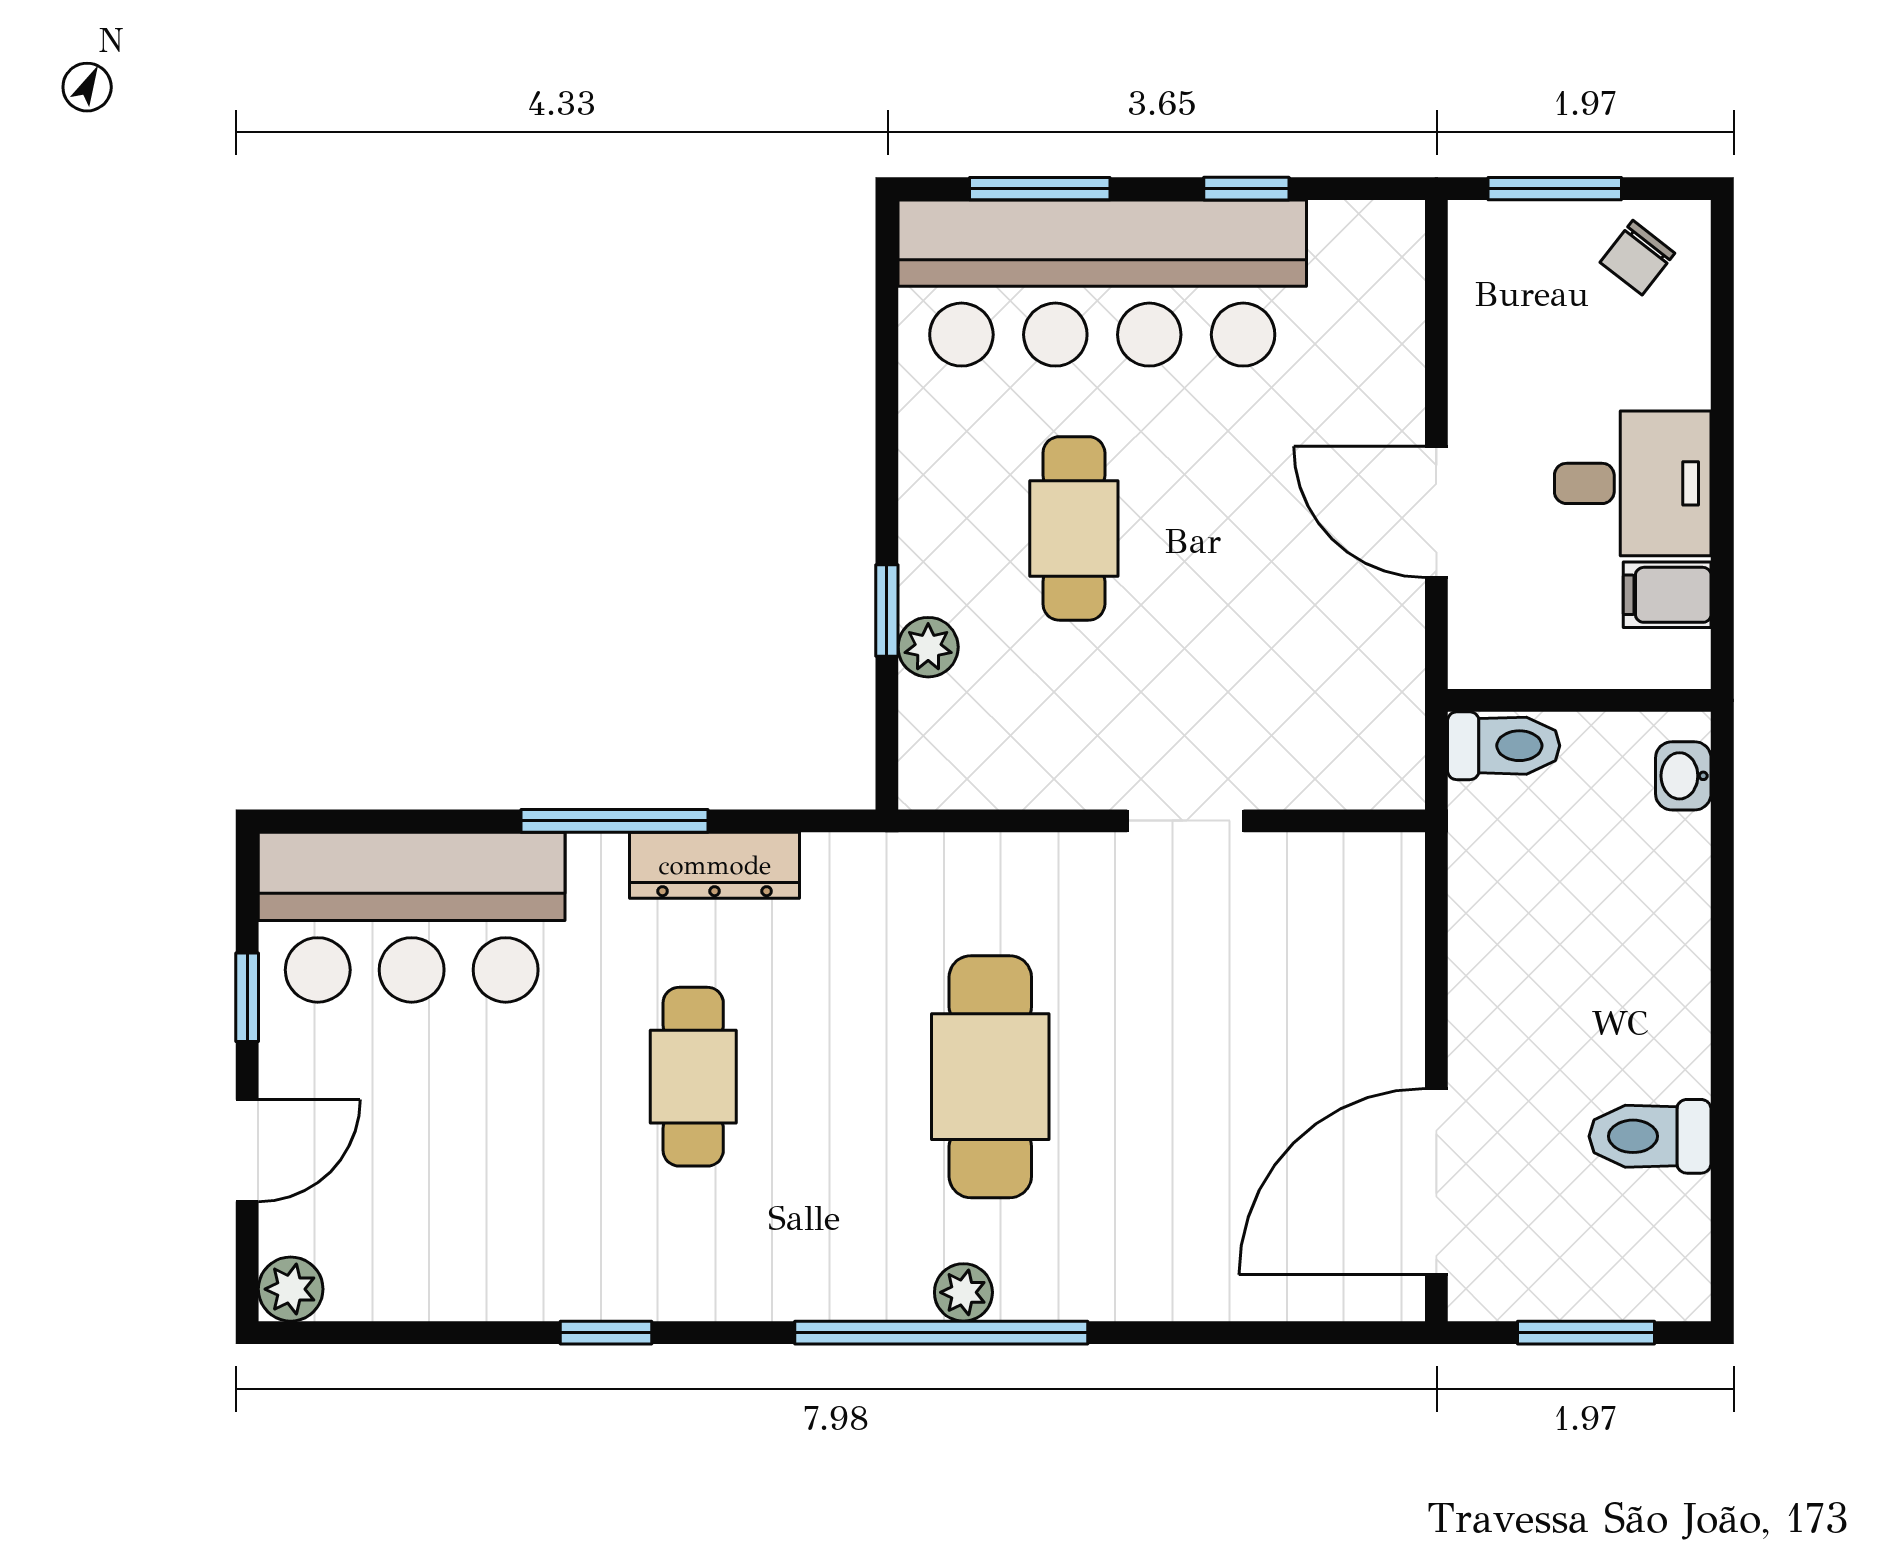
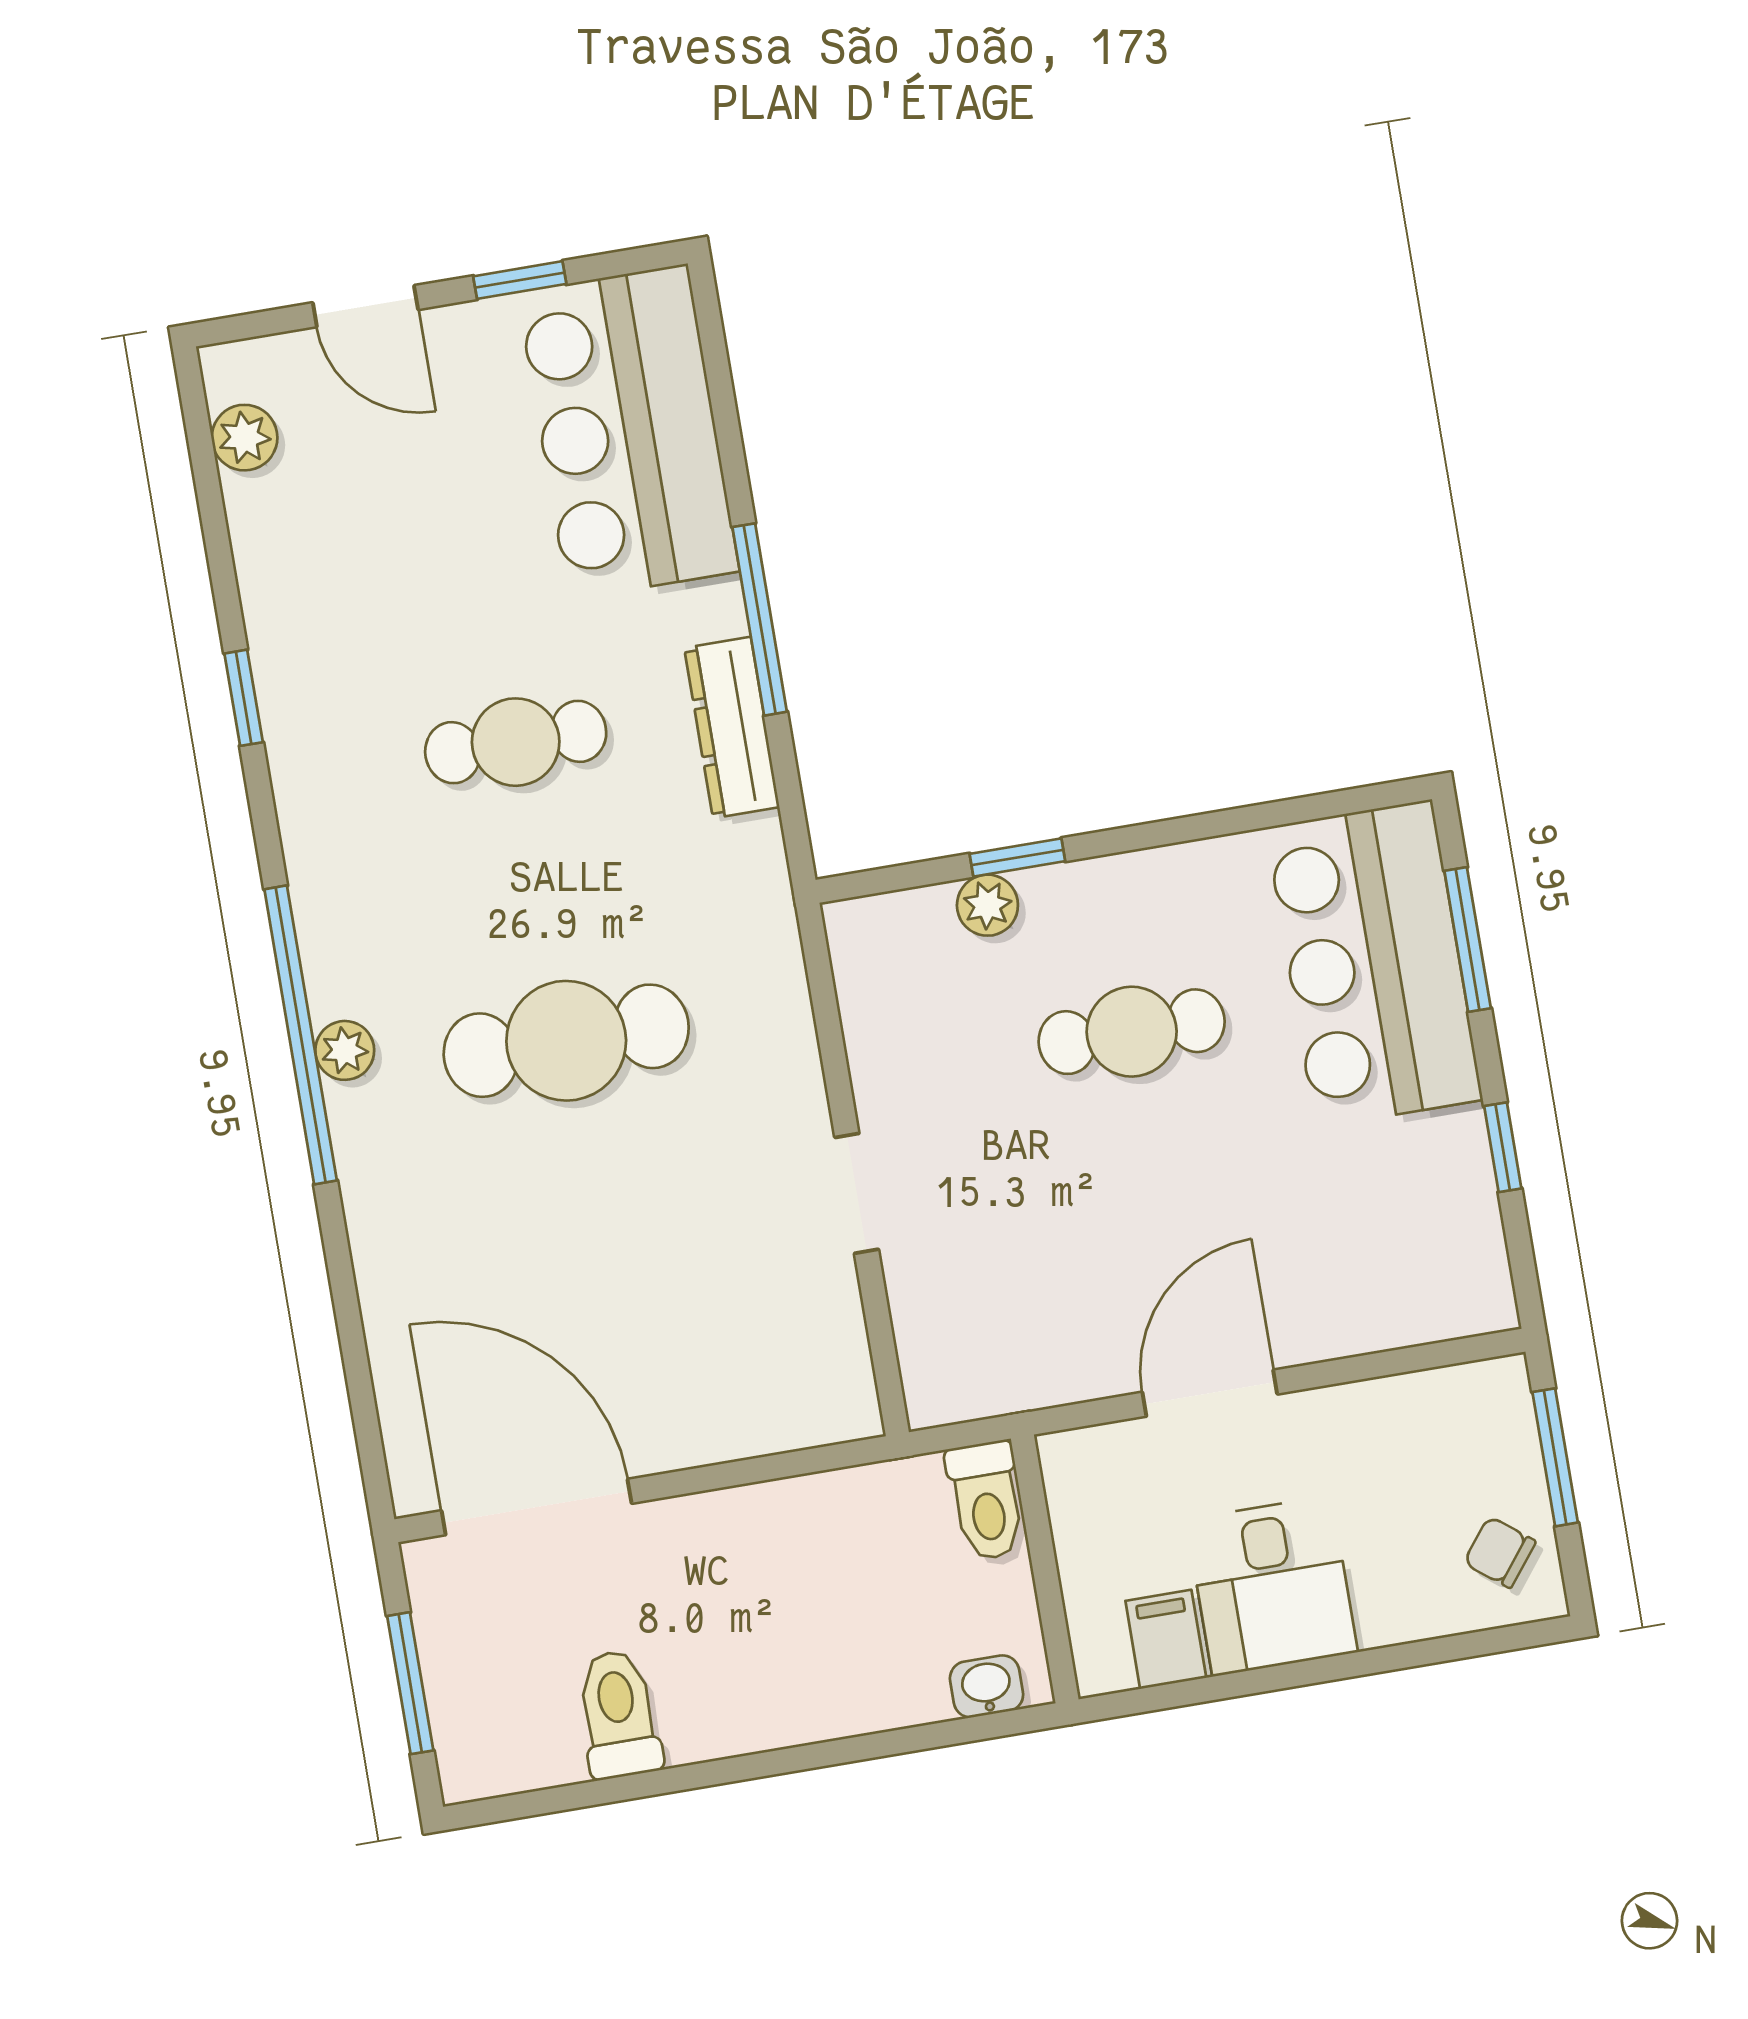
bar counter: (1102, 283) -> (1374, 964), width x0.73
plant: (291, 1289) -> (245, 438), moved

